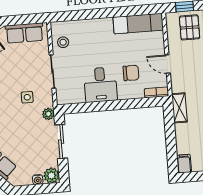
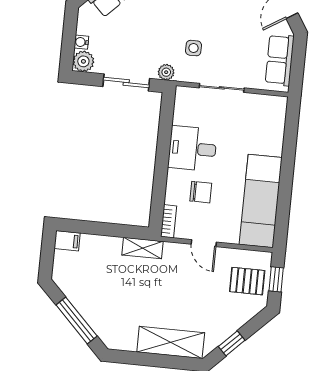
exam couch: (138, 24) -> (261, 201), width x1.36, depth x1.45
stool: (63, 42) -> (258, 109), removed
door: (168, 64) -> (204, 243), swing flipped
chair: (131, 73) -> (201, 192), turned -90

